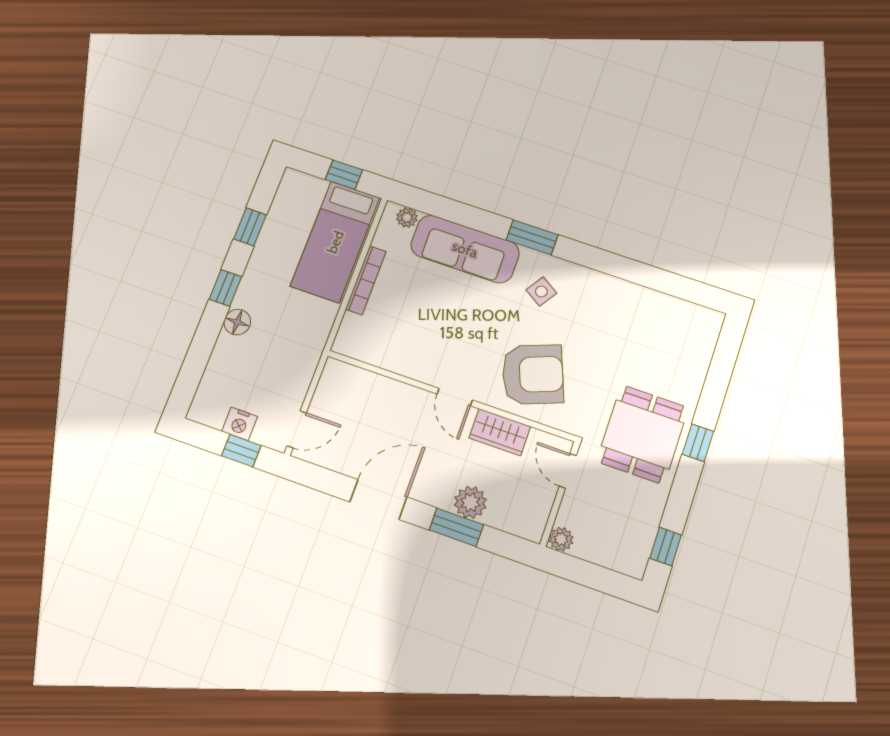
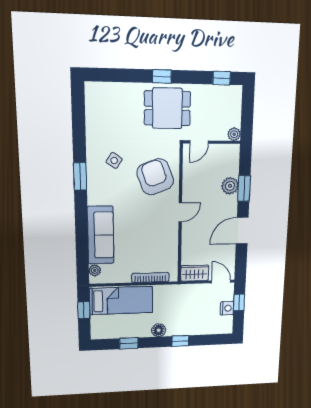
window: (532, 237) -> (80, 176), moved
bookcase: (366, 280) -> (150, 278), moved
window: (225, 288) -> (180, 341), moved
side table: (541, 292) -> (114, 160), moved
floor lamp: (237, 322) -> (159, 330), moved
wardrobe: (500, 432) -> (195, 273), moved, turned -90
door: (378, 500) -> (242, 231), hinge flipped

